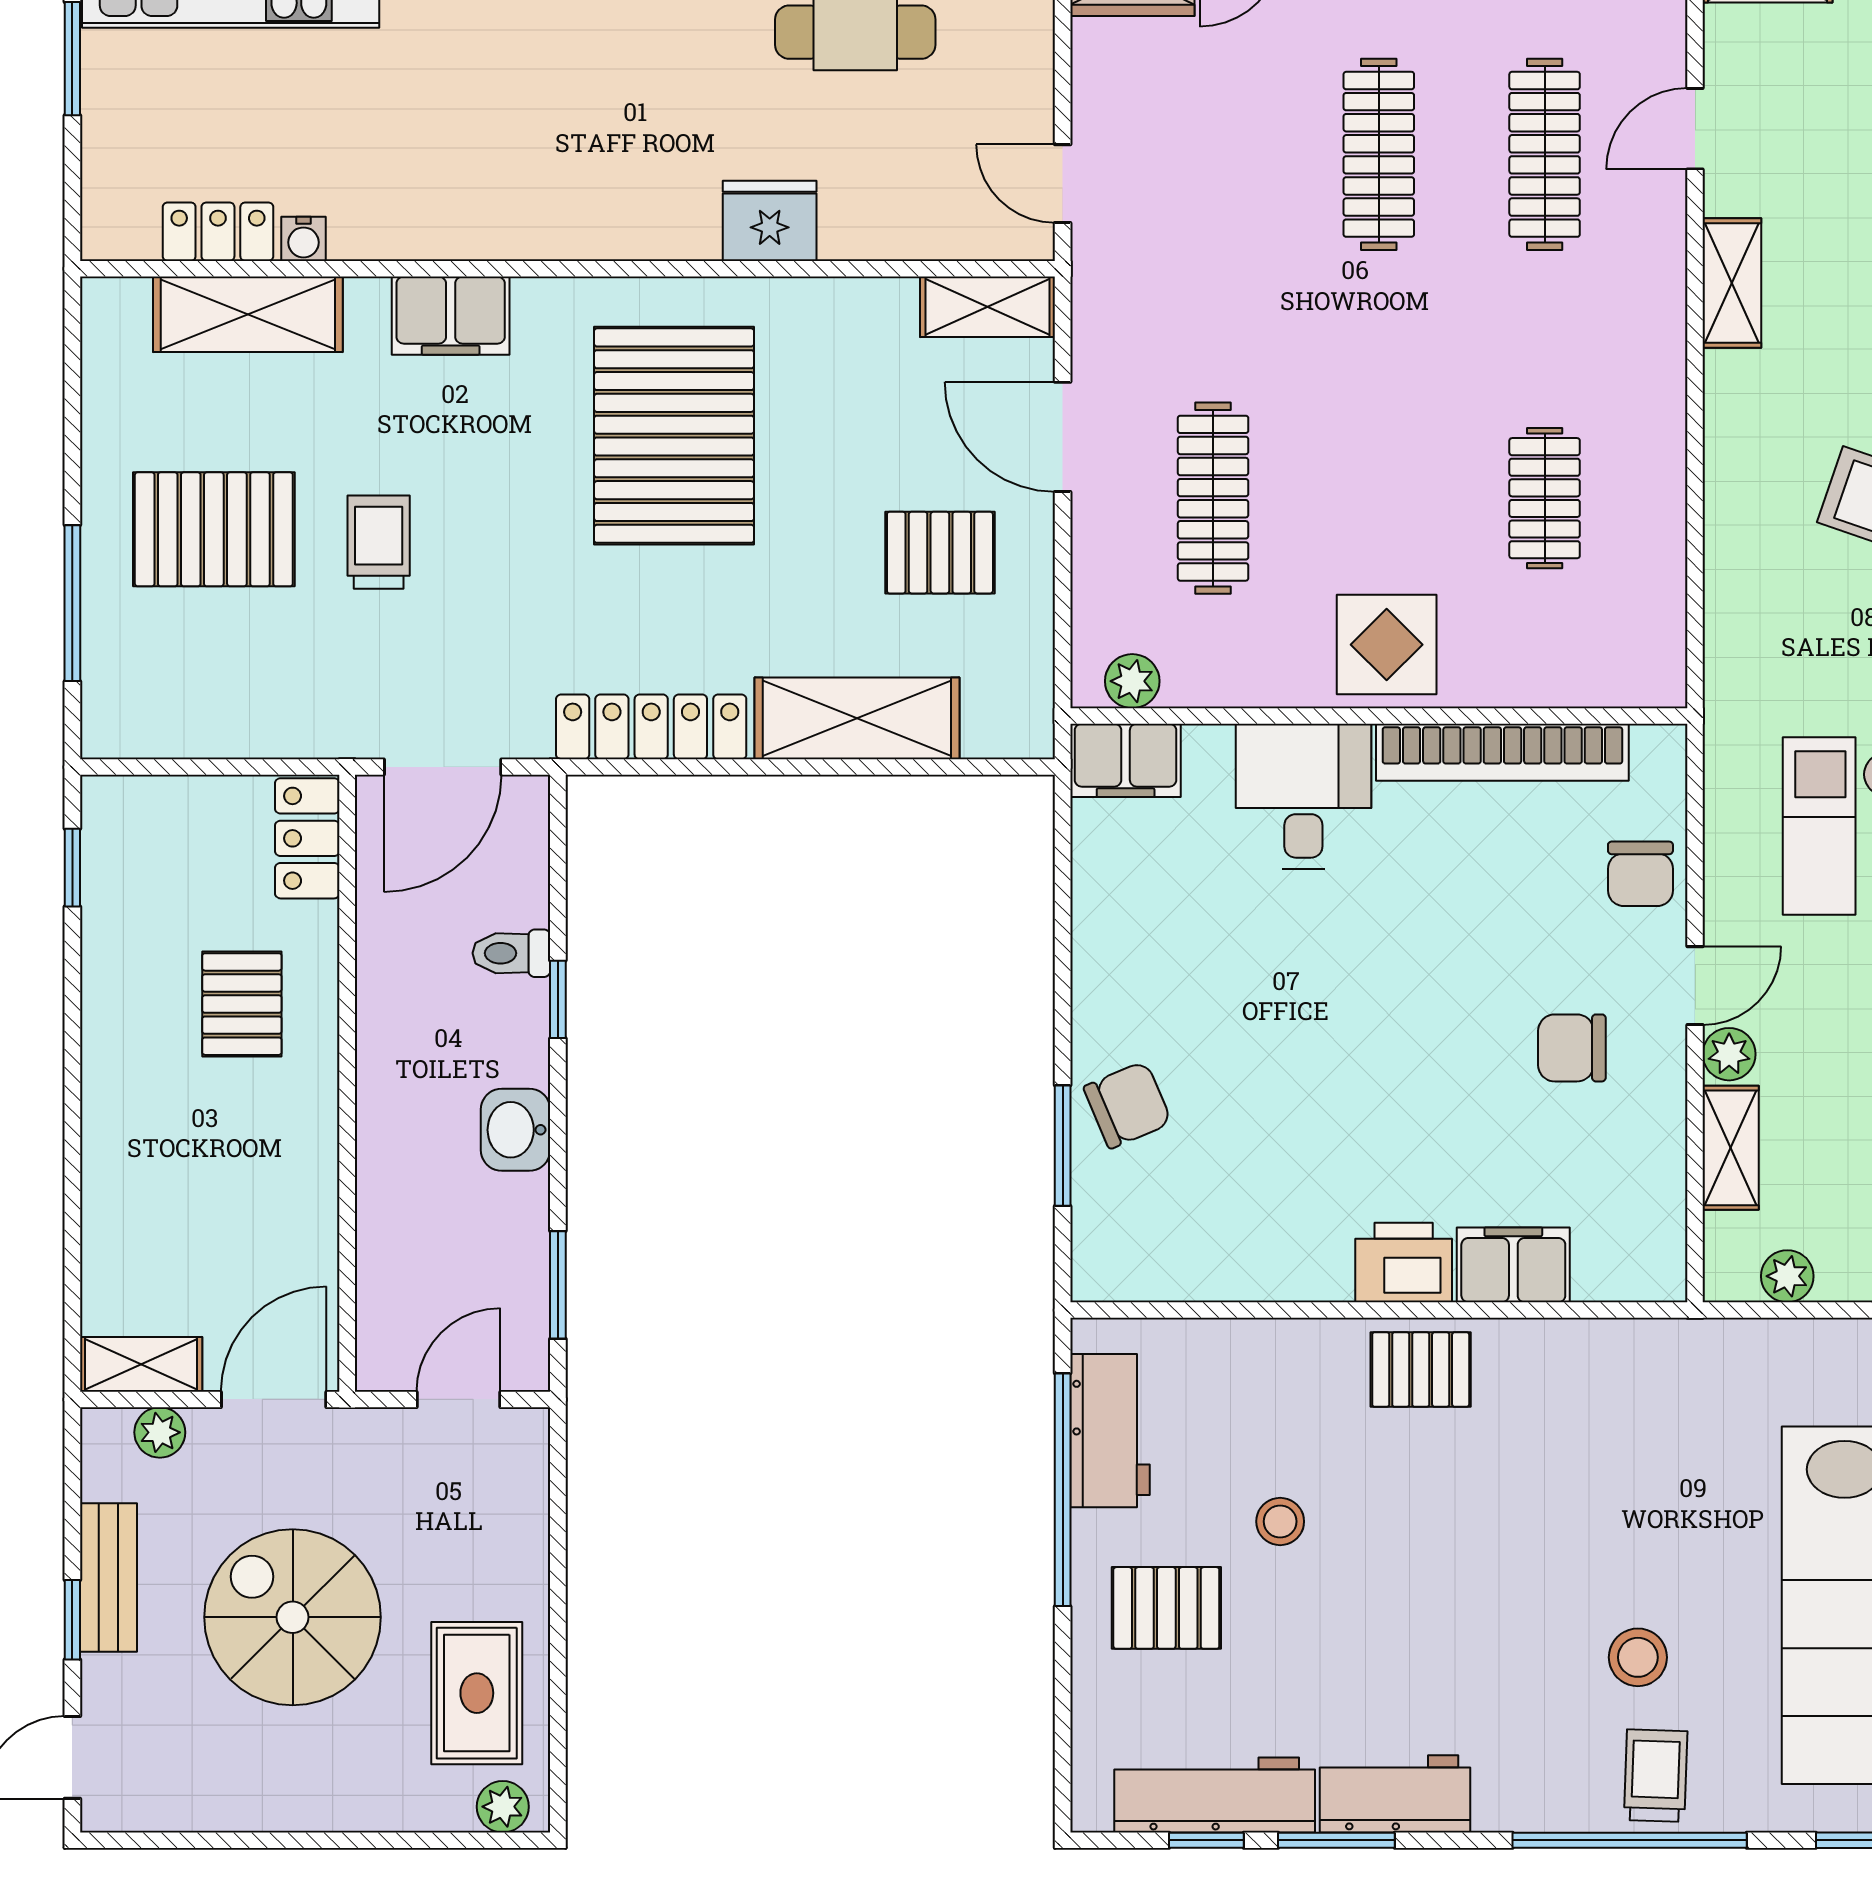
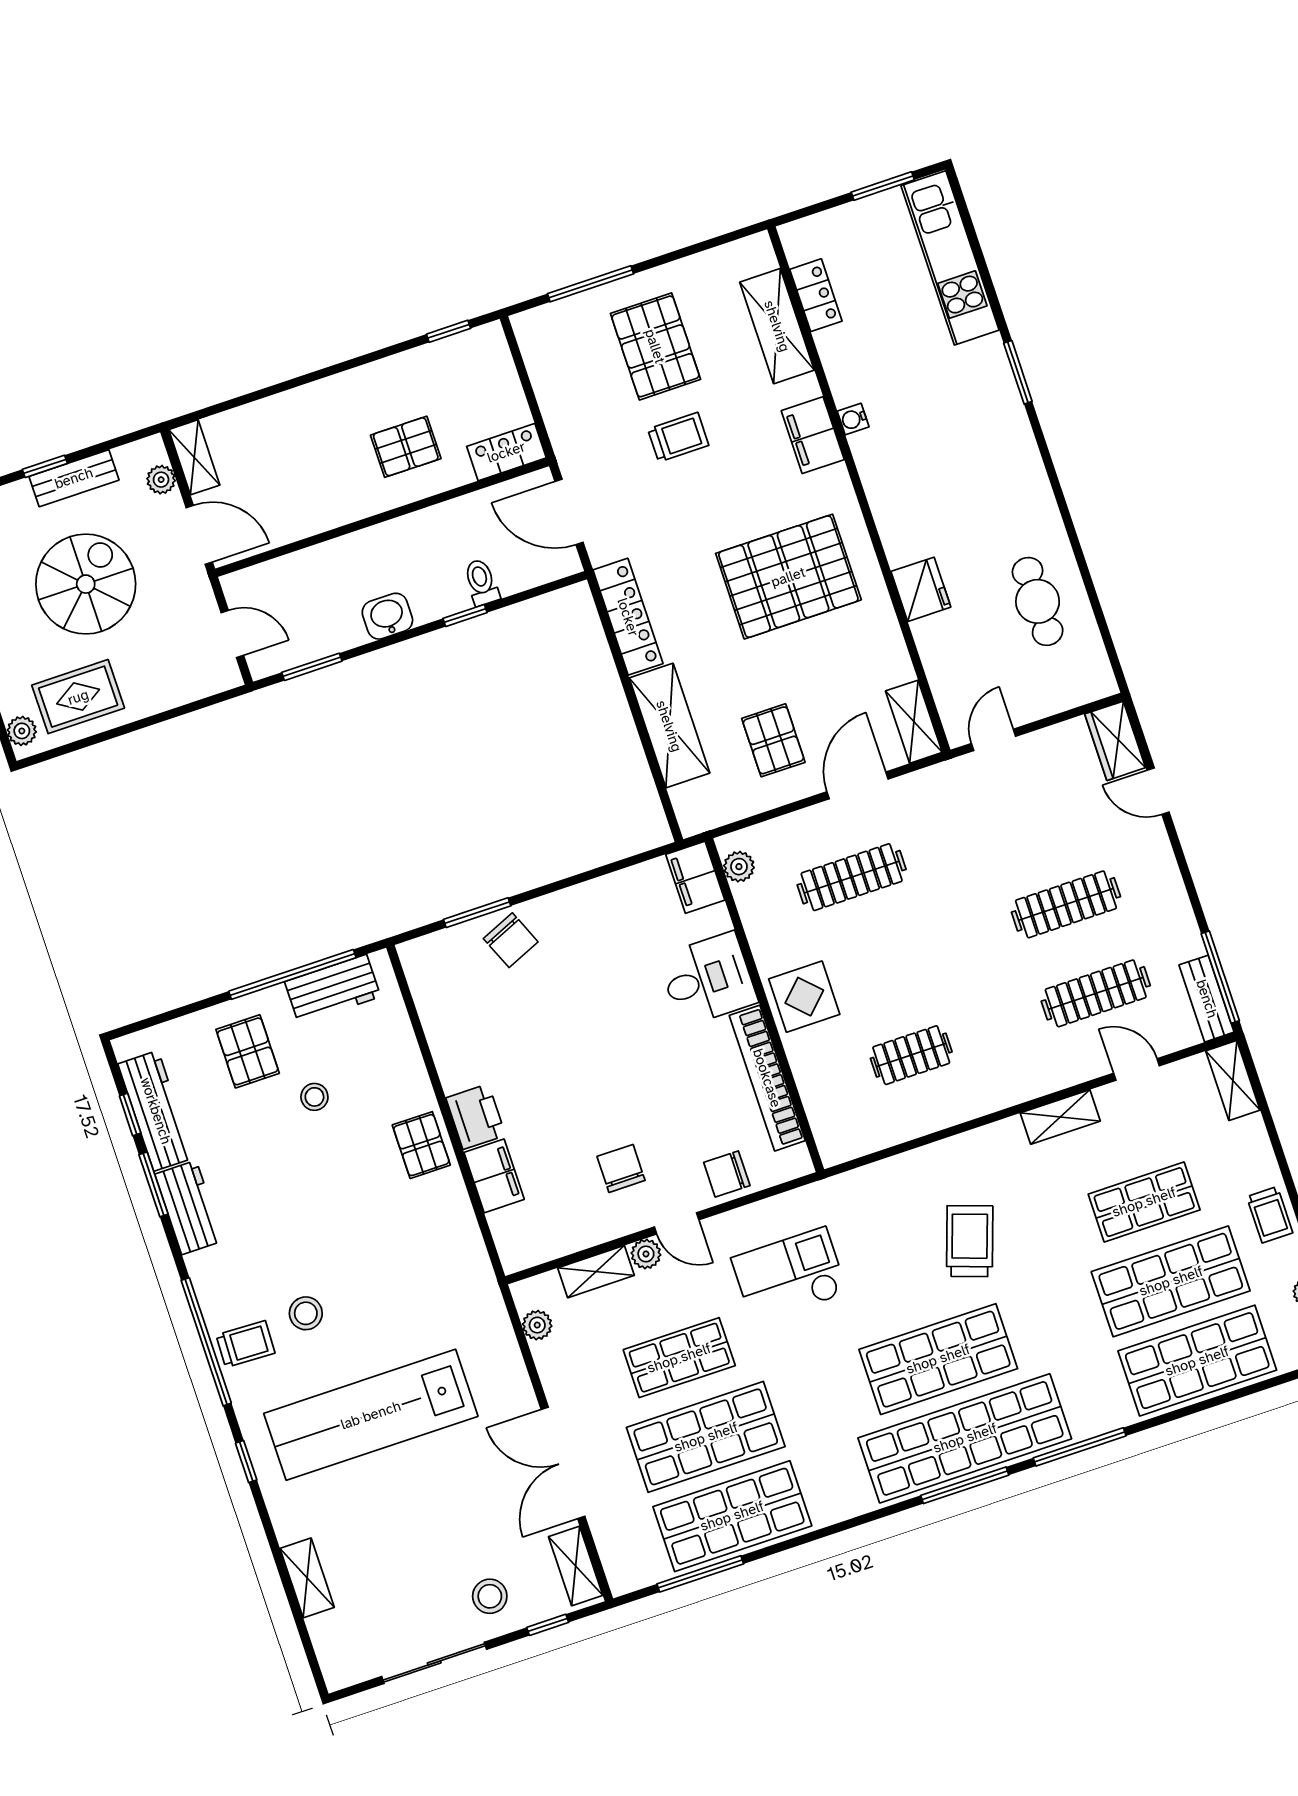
water cooler: (303, 239) -> (853, 419), moved

